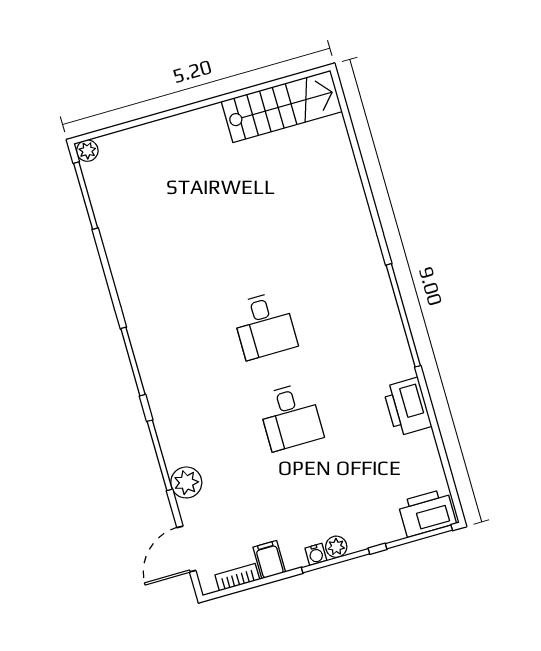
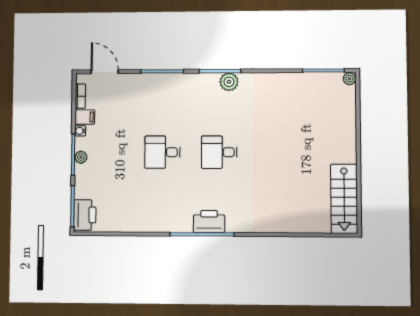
printer: (407, 407) -> (209, 222), moved
plant: (186, 482) -> (229, 82), moved
water cooler: (316, 554) -> (80, 131), moved

